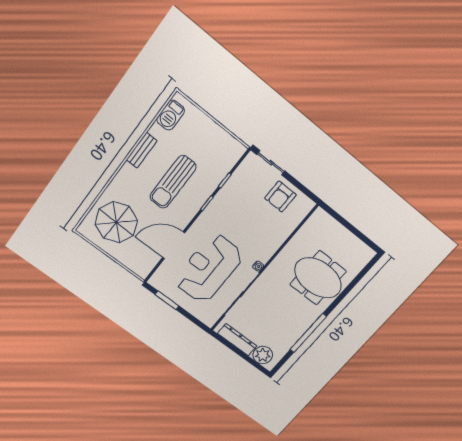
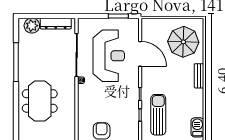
bench: (142, 150) -> (199, 76), moved
sun lounger: (173, 182) -> (158, 115), moved
door: (174, 245) -> (140, 54), hinge flipped
meeting table: (318, 278) -> (40, 101), turned 90

